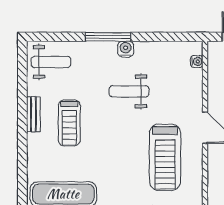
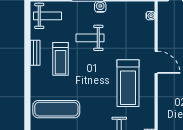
weight bench: (129, 91) -> (90, 38), moved

